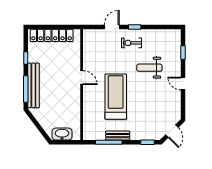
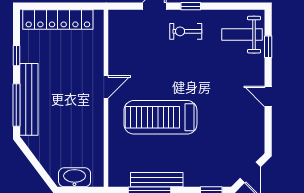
weight bench: (149, 68) -> (242, 35), moved
door: (82, 78) -> (106, 87), hinge flipped
treadmill: (116, 97) -> (160, 117), turned -90
bench: (118, 136) -> (157, 180), width x1.36

